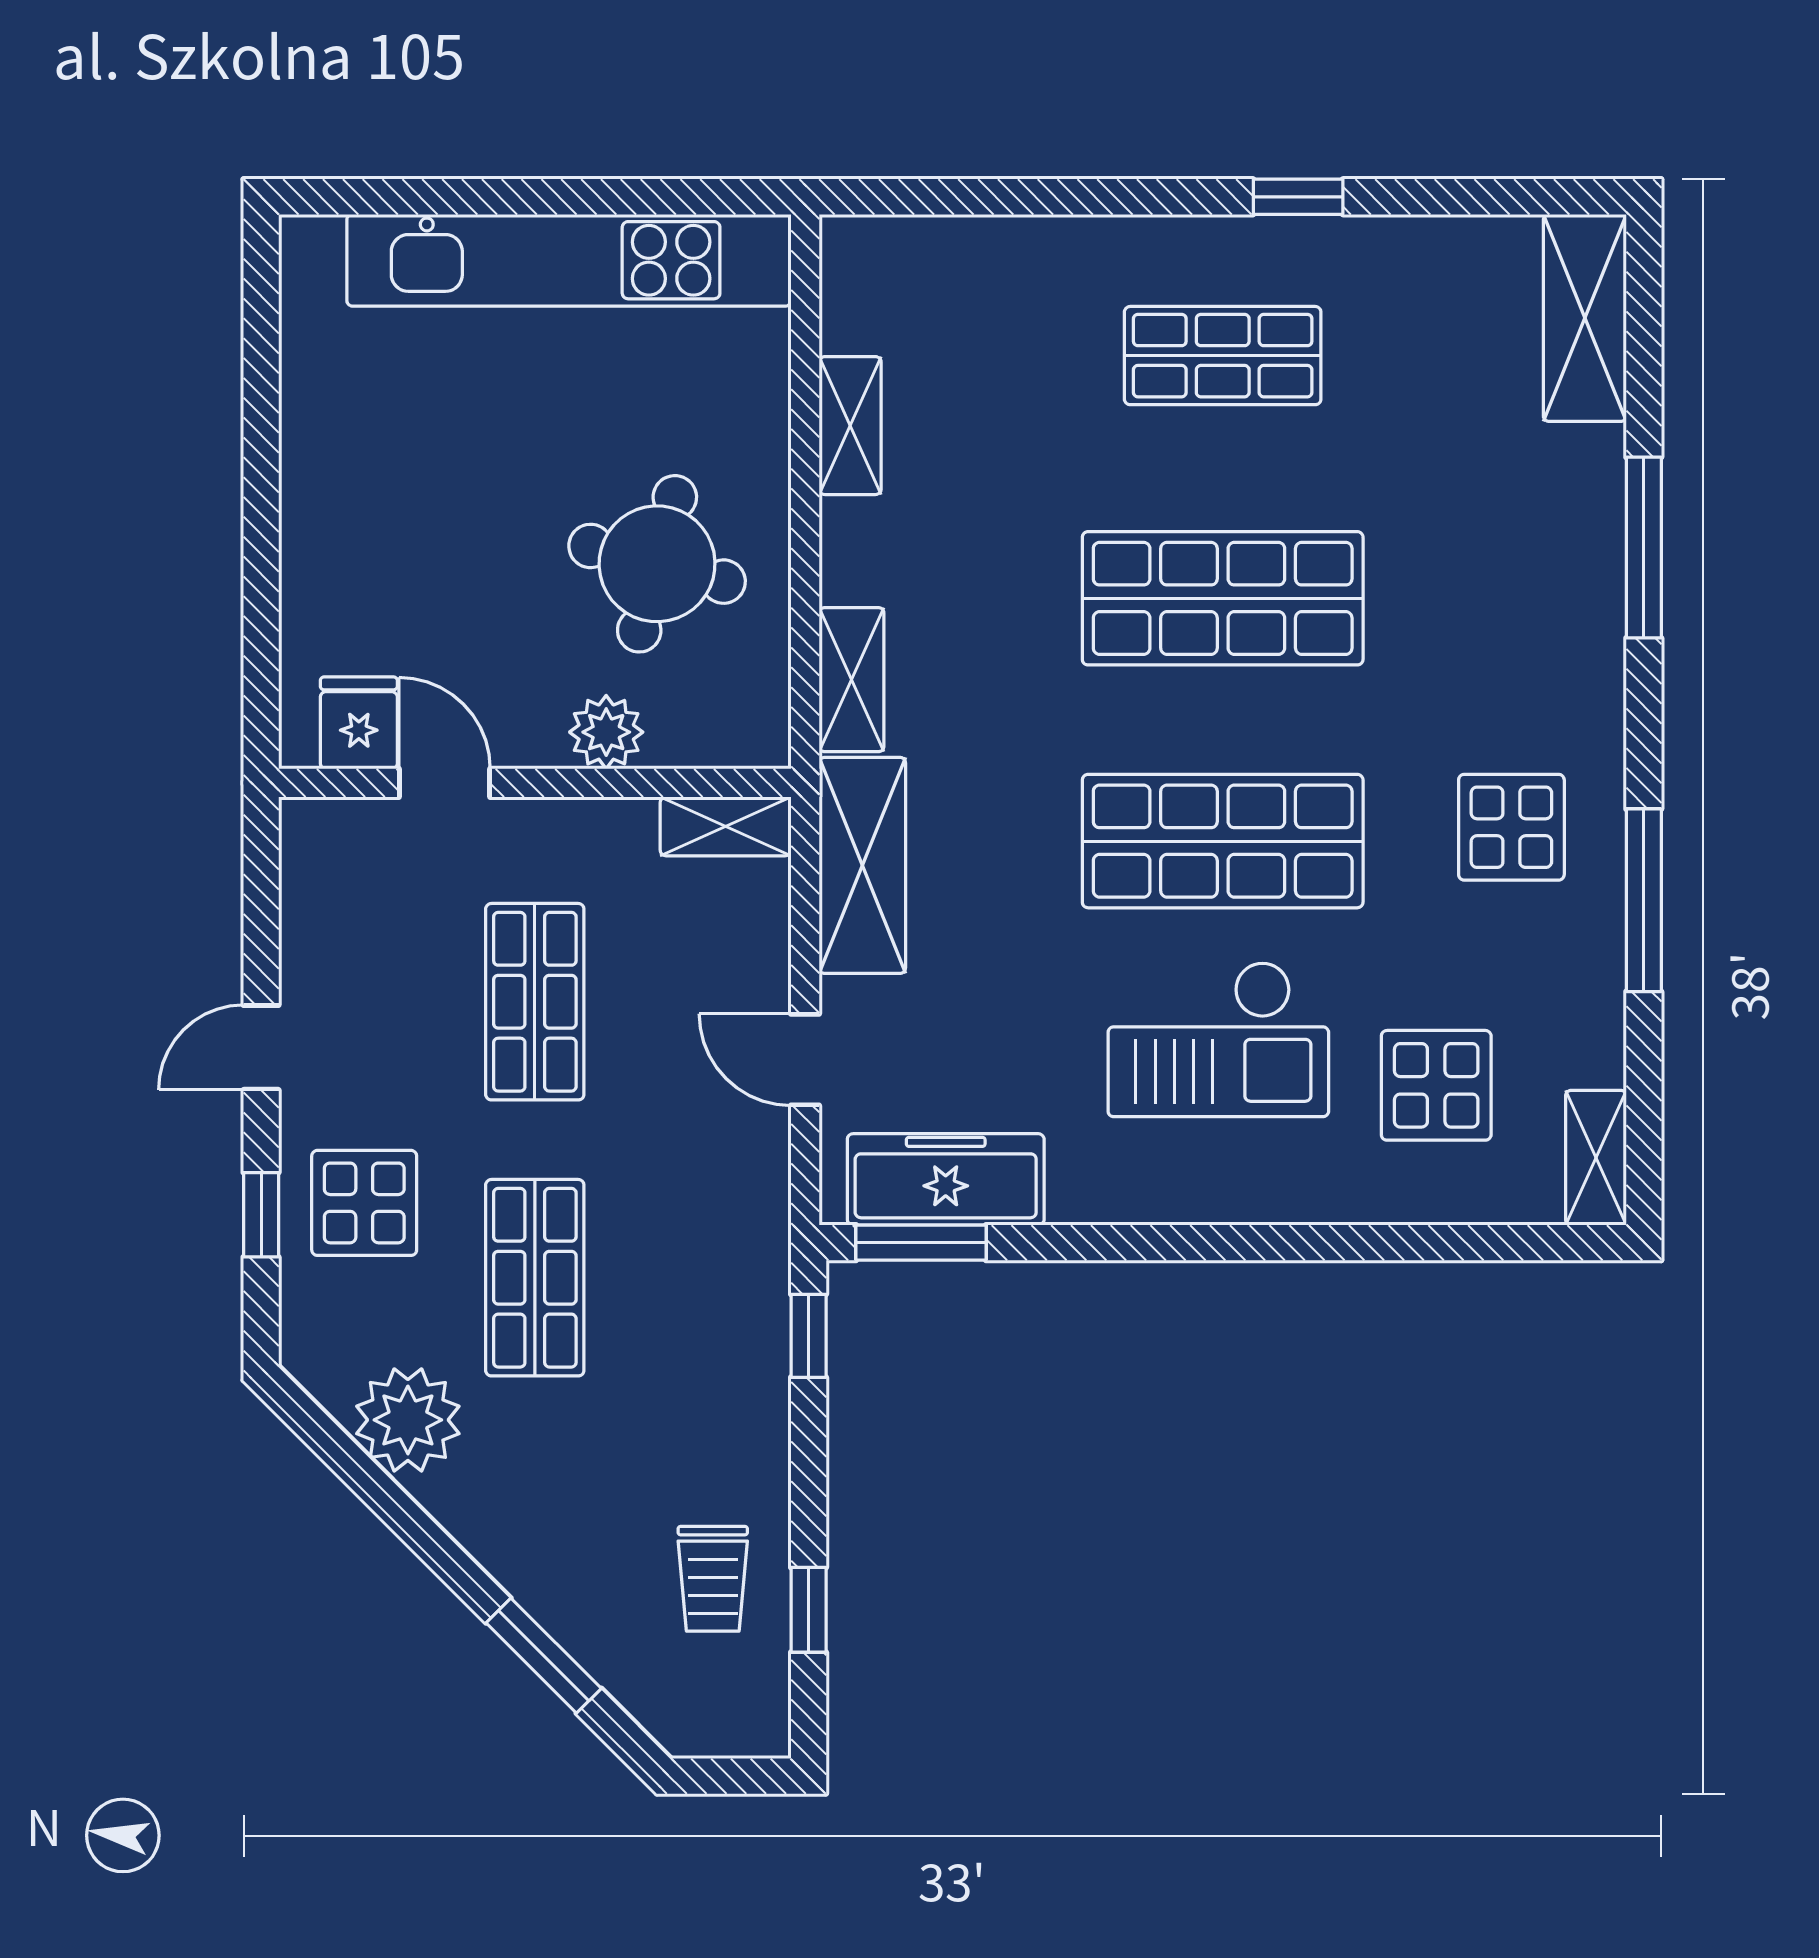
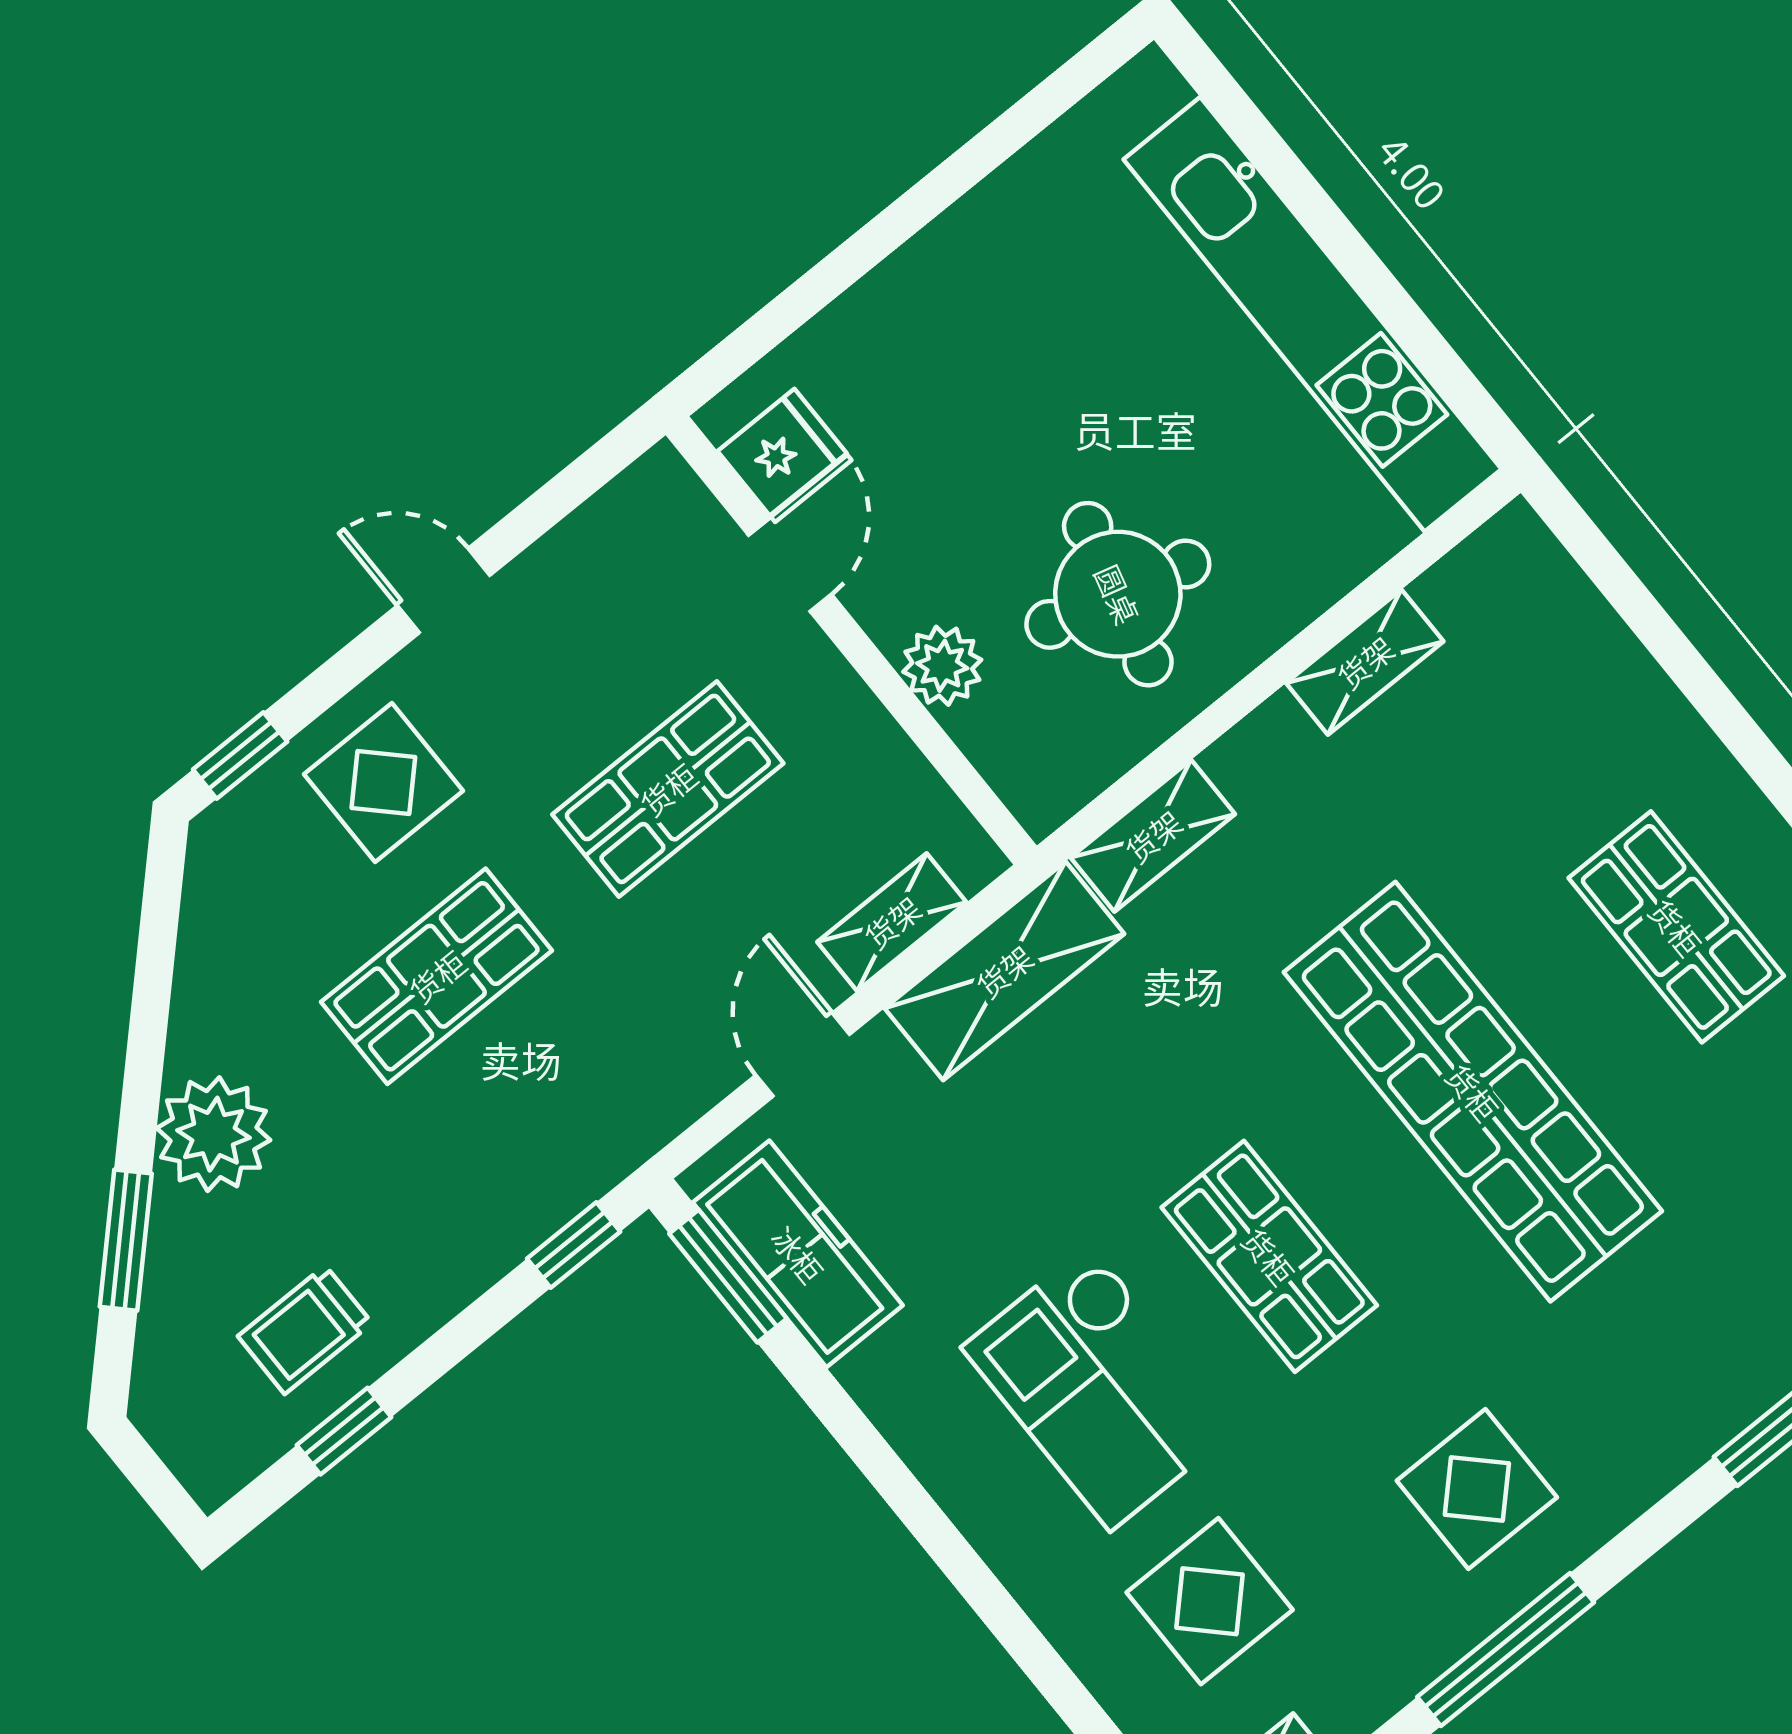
shop shelf: (1223, 598) -> (1473, 1092), width x1.40
shelving: (726, 826) -> (892, 922), moved, turned 90
shop shelf: (1223, 841) -> (1269, 1256), width x0.70, depth x0.74
window: (261, 1215) -> (240, 755), moved
plant: (408, 1420) -> (214, 1134), moved

